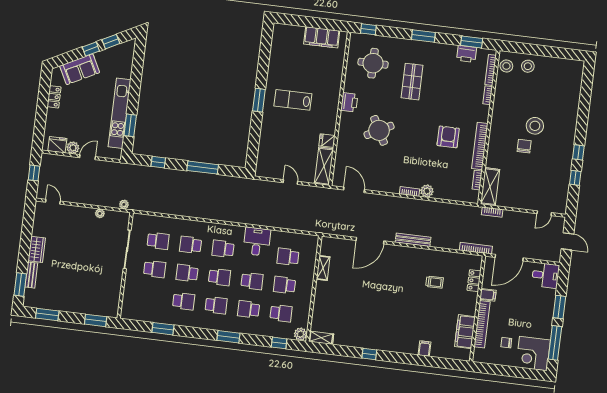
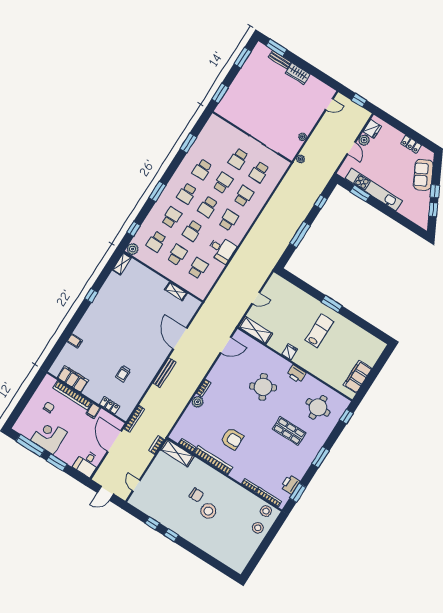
fridge: (327, 141) -> (290, 352), moved
corner desk: (533, 354) -> (49, 436), moved

